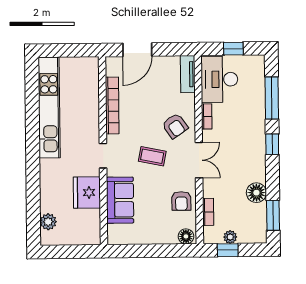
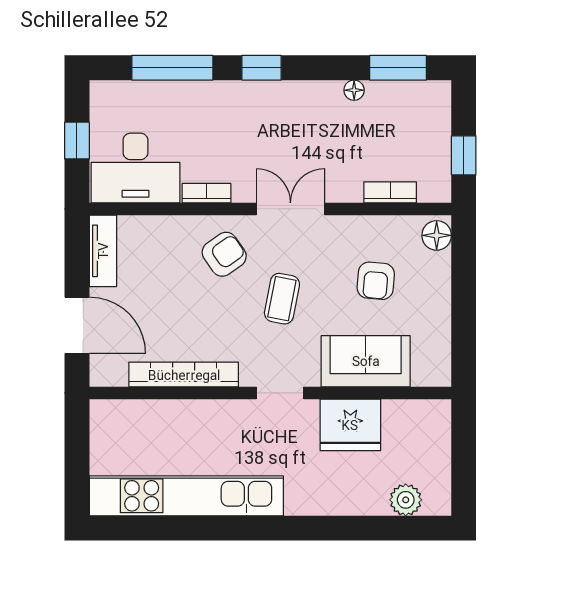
tv unit: (188, 74) -> (103, 251), moved, turned -90
floor lamp: (256, 193) -> (354, 90), width x0.53, depth x0.53
armchair: (181, 201) -> (376, 281), moved, turned 95
plant: (230, 237) -> (439, 150), removed

